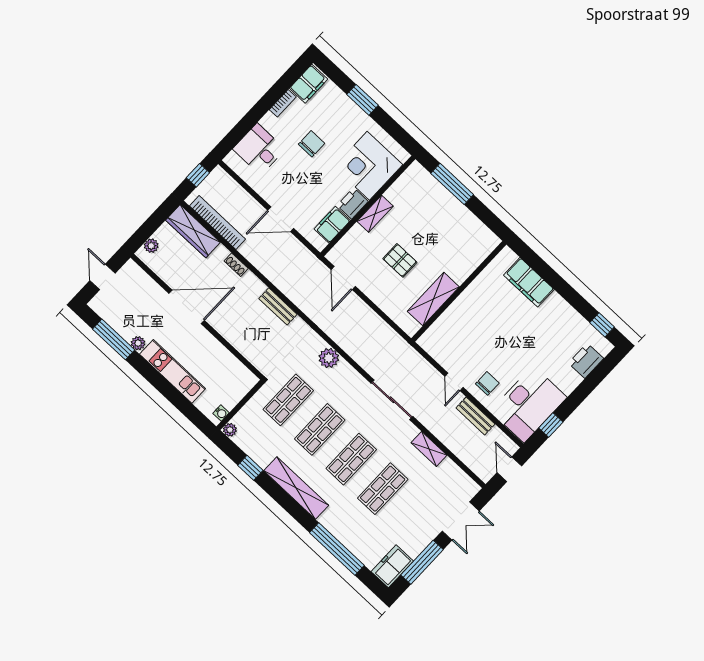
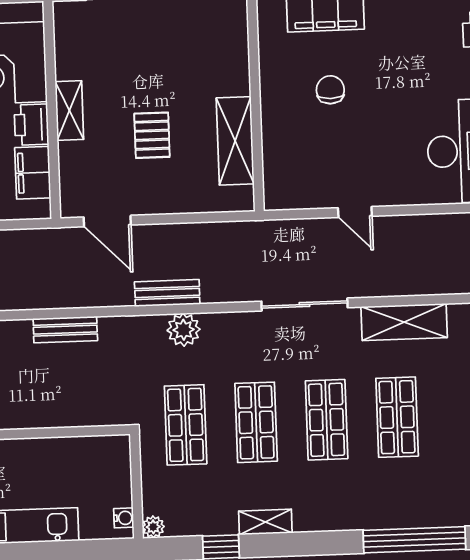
pallet: (400, 260) -> (152, 135), turned 90
chair: (487, 383) -> (330, 90), moved
bench: (475, 416) -> (167, 293), moved
shelving: (429, 449) -> (404, 322), width x1.50, depth x1.33
shelving: (296, 488) -> (265, 522), width x0.45, depth x0.75

